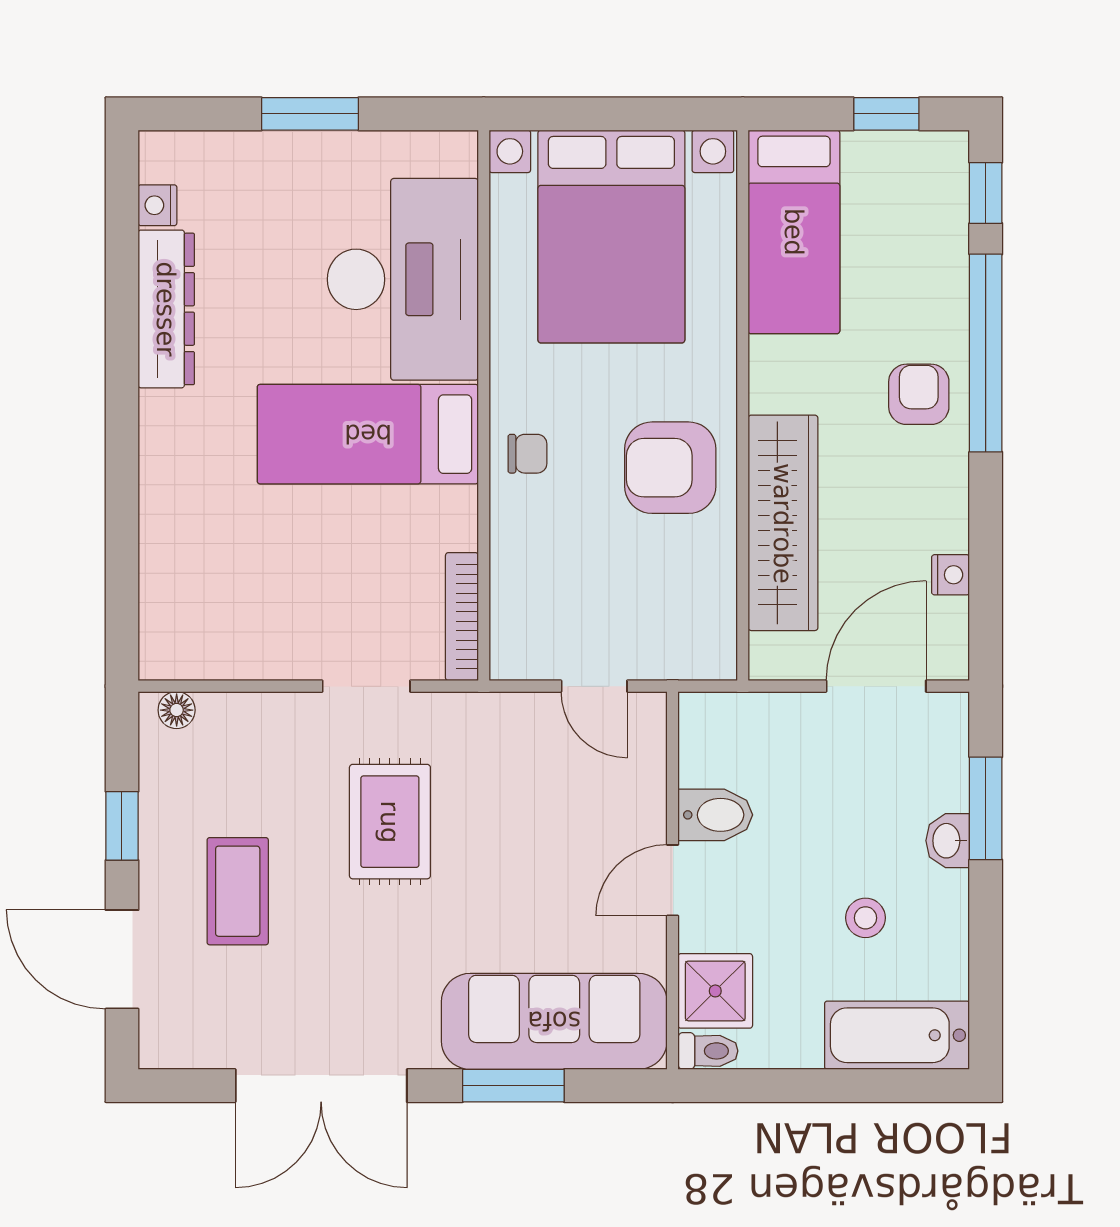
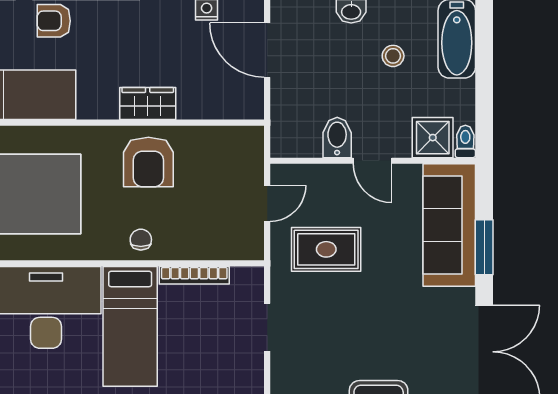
armchair: (919, 394) -> (54, 21), moved
wardrobe: (783, 523) -> (148, 104), width x0.48, depth x0.85
bookcase: (462, 617) -> (194, 275), moved
rug: (390, 822) -> (326, 249), moved

